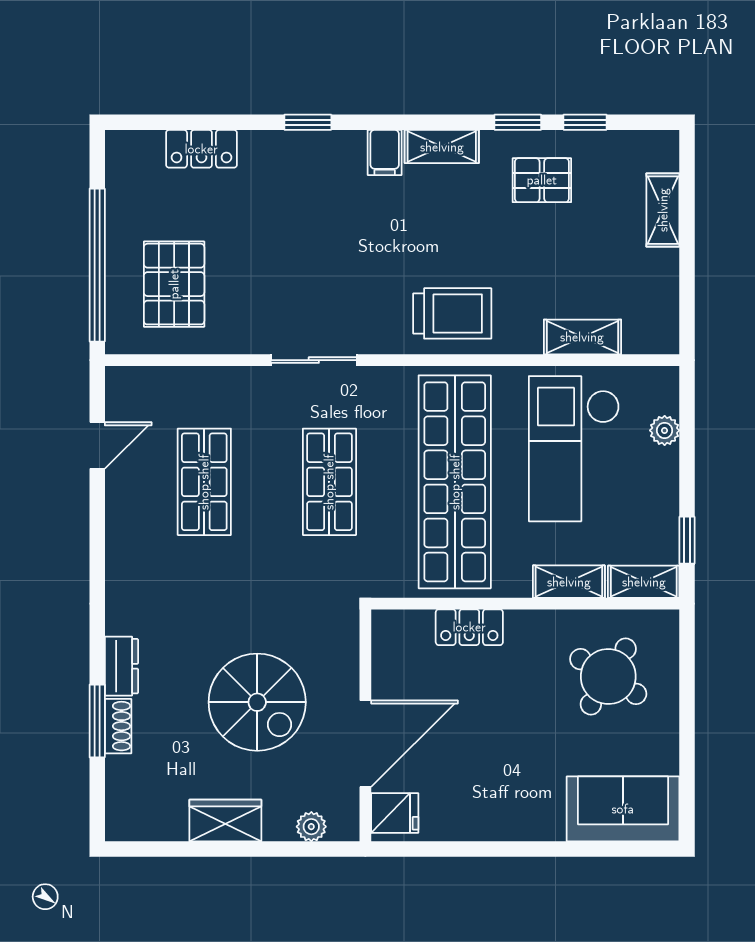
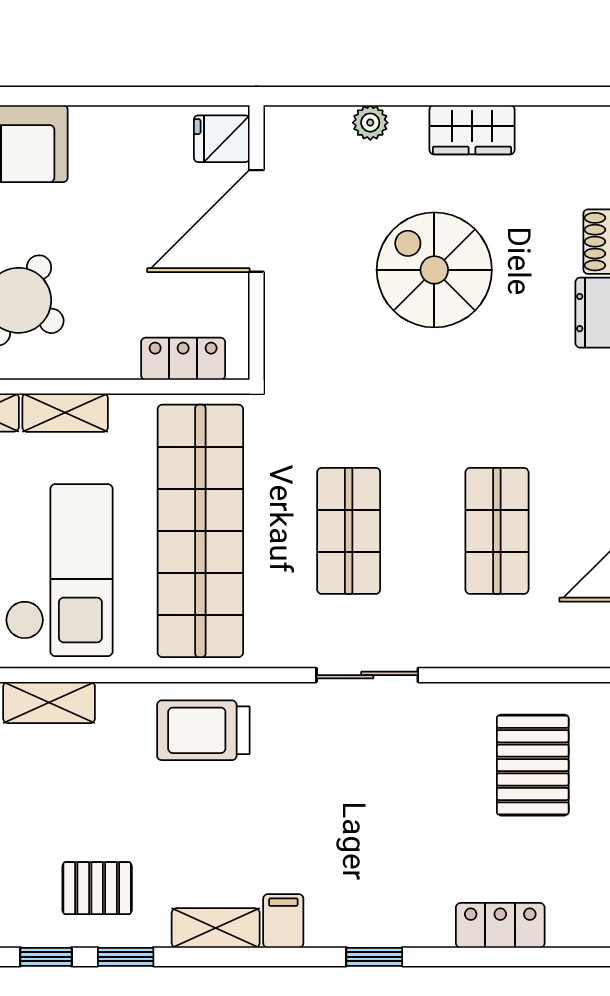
wall: (365, 725) -> (256, 242), moved
door: (365, 744) -> (256, 221), moved
fridge: (395, 813) -> (222, 139), moved

